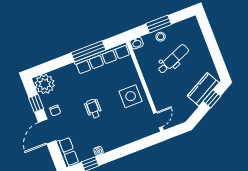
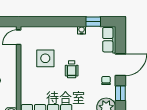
side table: (131, 96) -> (45, 58), moved

